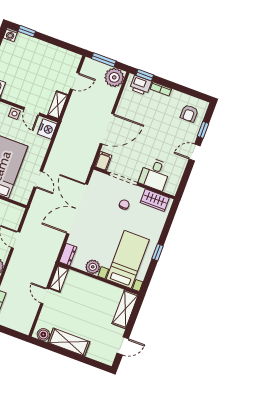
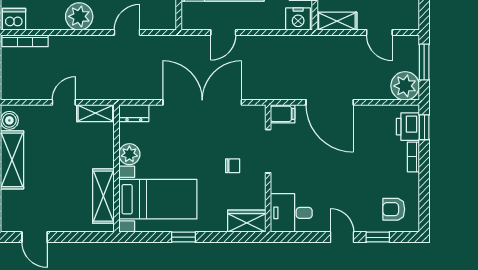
desk: (155, 174) -> (291, 213), moved
wardrobe: (155, 200) -> (247, 221), moved, turned 90
shelving: (125, 309) -> (103, 196), moved, turned 90

